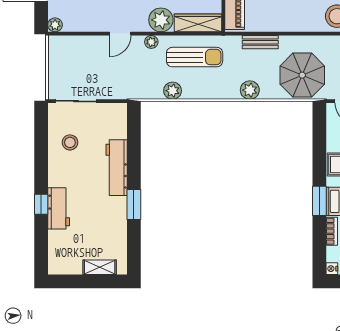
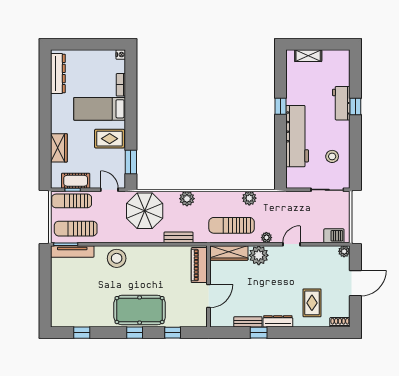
barbecue: (68, 44) -> (334, 236), added
workbench: (117, 168) -> (297, 136), width x1.36, depth x1.32
window: (319, 201) -> (131, 162), moved
window: (134, 205) -> (281, 106), width x0.67

